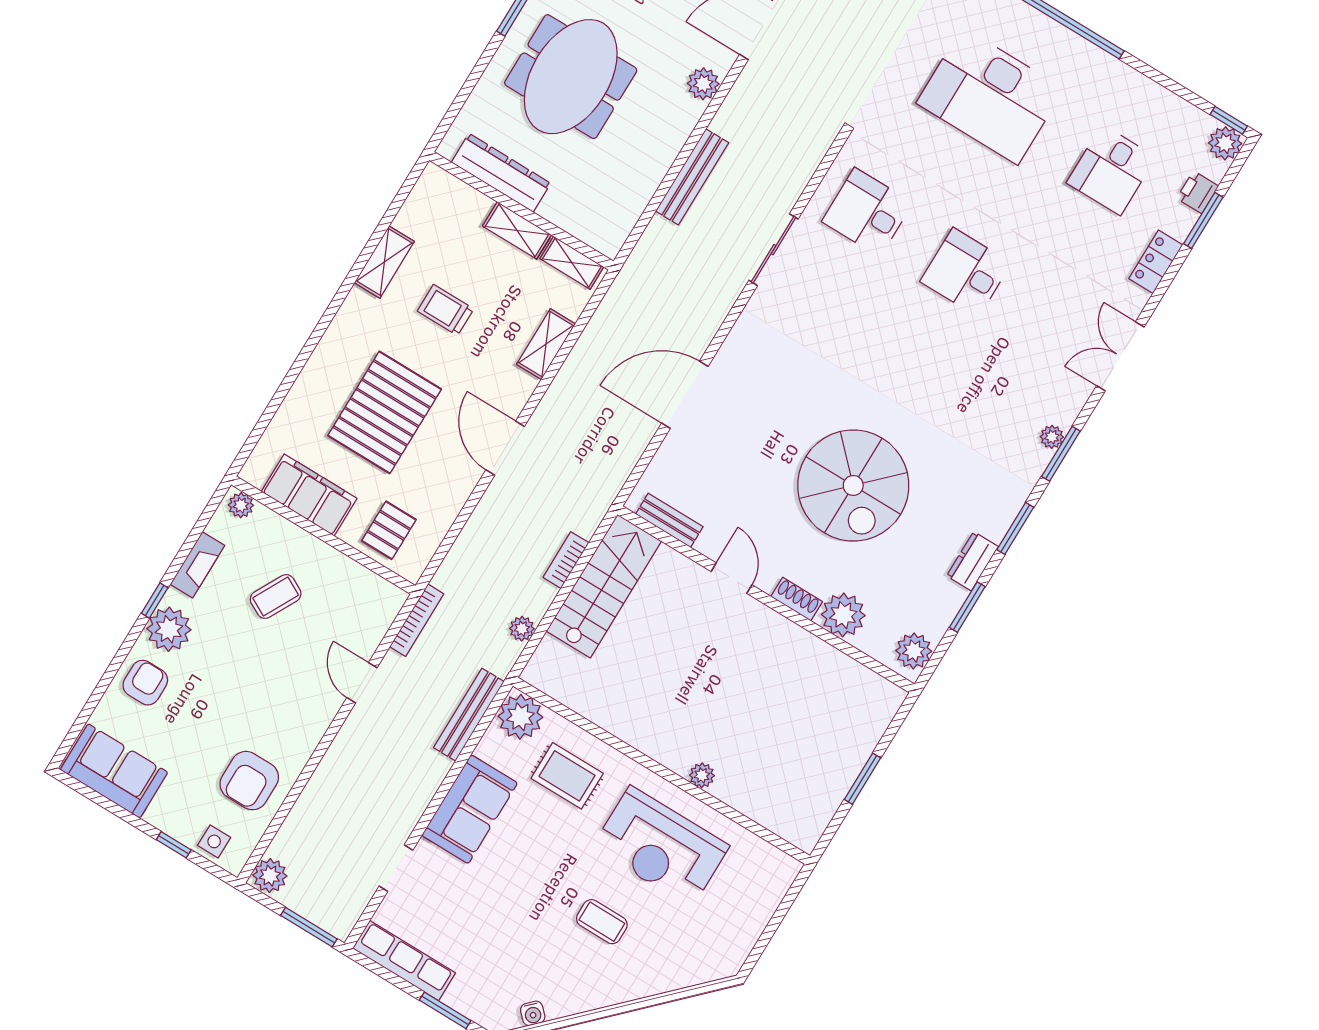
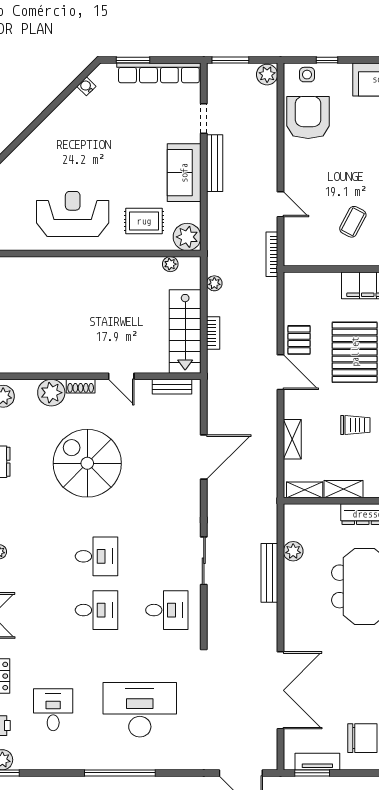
plant: (703, 84) -> (293, 551), moved
desk: (920, 347) -> (96, 556), added
pallet: (389, 530) -> (299, 340), moved
bench: (469, 715) -> (215, 163), moved
plant: (702, 775) -> (170, 264), moved
armchair: (249, 781) -> (308, 117), width x1.36, depth x1.36
coffee table: (602, 922) -> (79, 156), removed
row of seats: (404, 961) -> (159, 73), width x1.36

